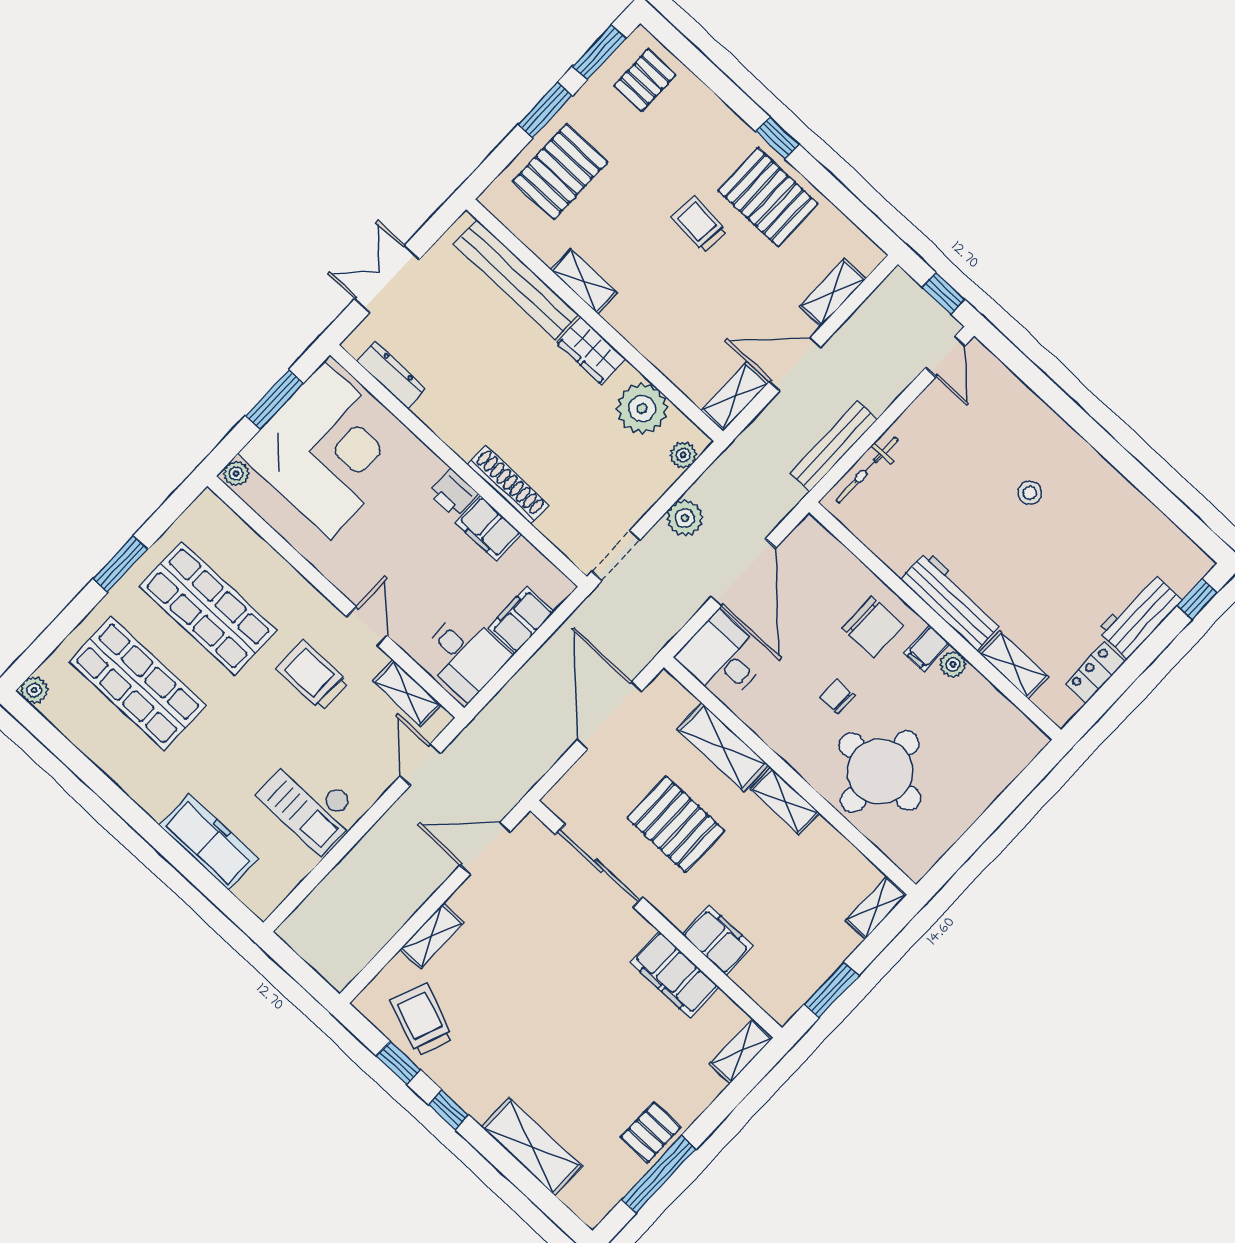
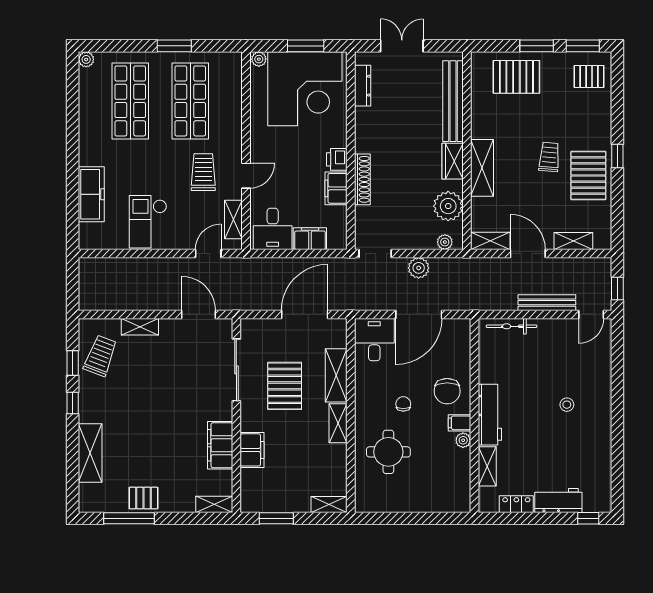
shelving: (584, 281) -> (482, 168), moved, width x1.50, depth x1.33
bench: (834, 446) -> (547, 303), moved
round table: (880, 772) -> (388, 452), width x0.73, depth x0.73

